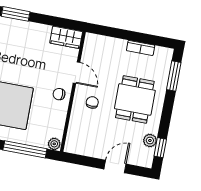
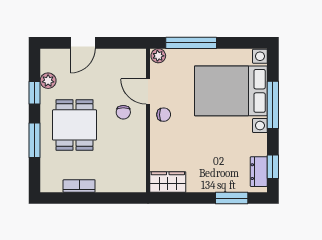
door: (77, 73) -> (148, 91), moved
window: (174, 76) -> (35, 140), moved
window: (160, 148) -> (35, 93), moved

